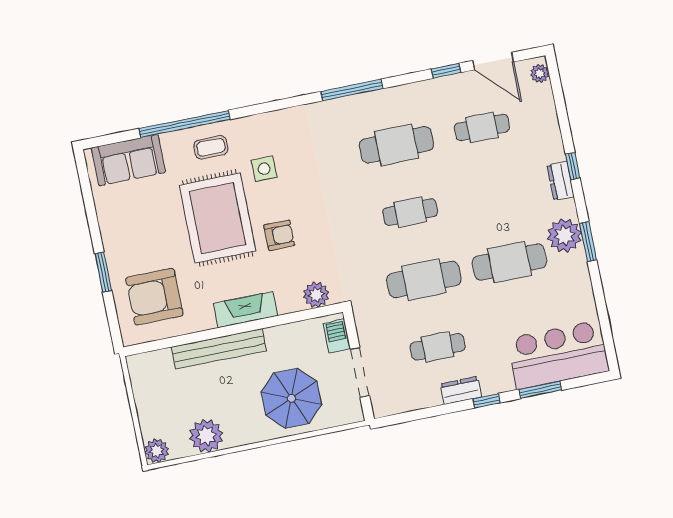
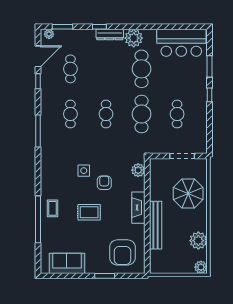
cafe table: (396, 145) -> (70, 114), width x0.73, depth x0.74
sofa: (128, 160) -> (67, 263), moved, turned -90
side table: (264, 169) -> (84, 171), moved
dresser: (561, 181) -> (110, 35), width x1.44
rug: (218, 218) -> (89, 212), width x0.54, depth x0.49
window: (588, 242) -> (62, 27), moved
barbecue: (337, 336) -> (161, 164), removed
bar counter: (558, 355) -> (181, 43), moved, turned -90
dresser: (461, 390) -> (202, 107), removed

